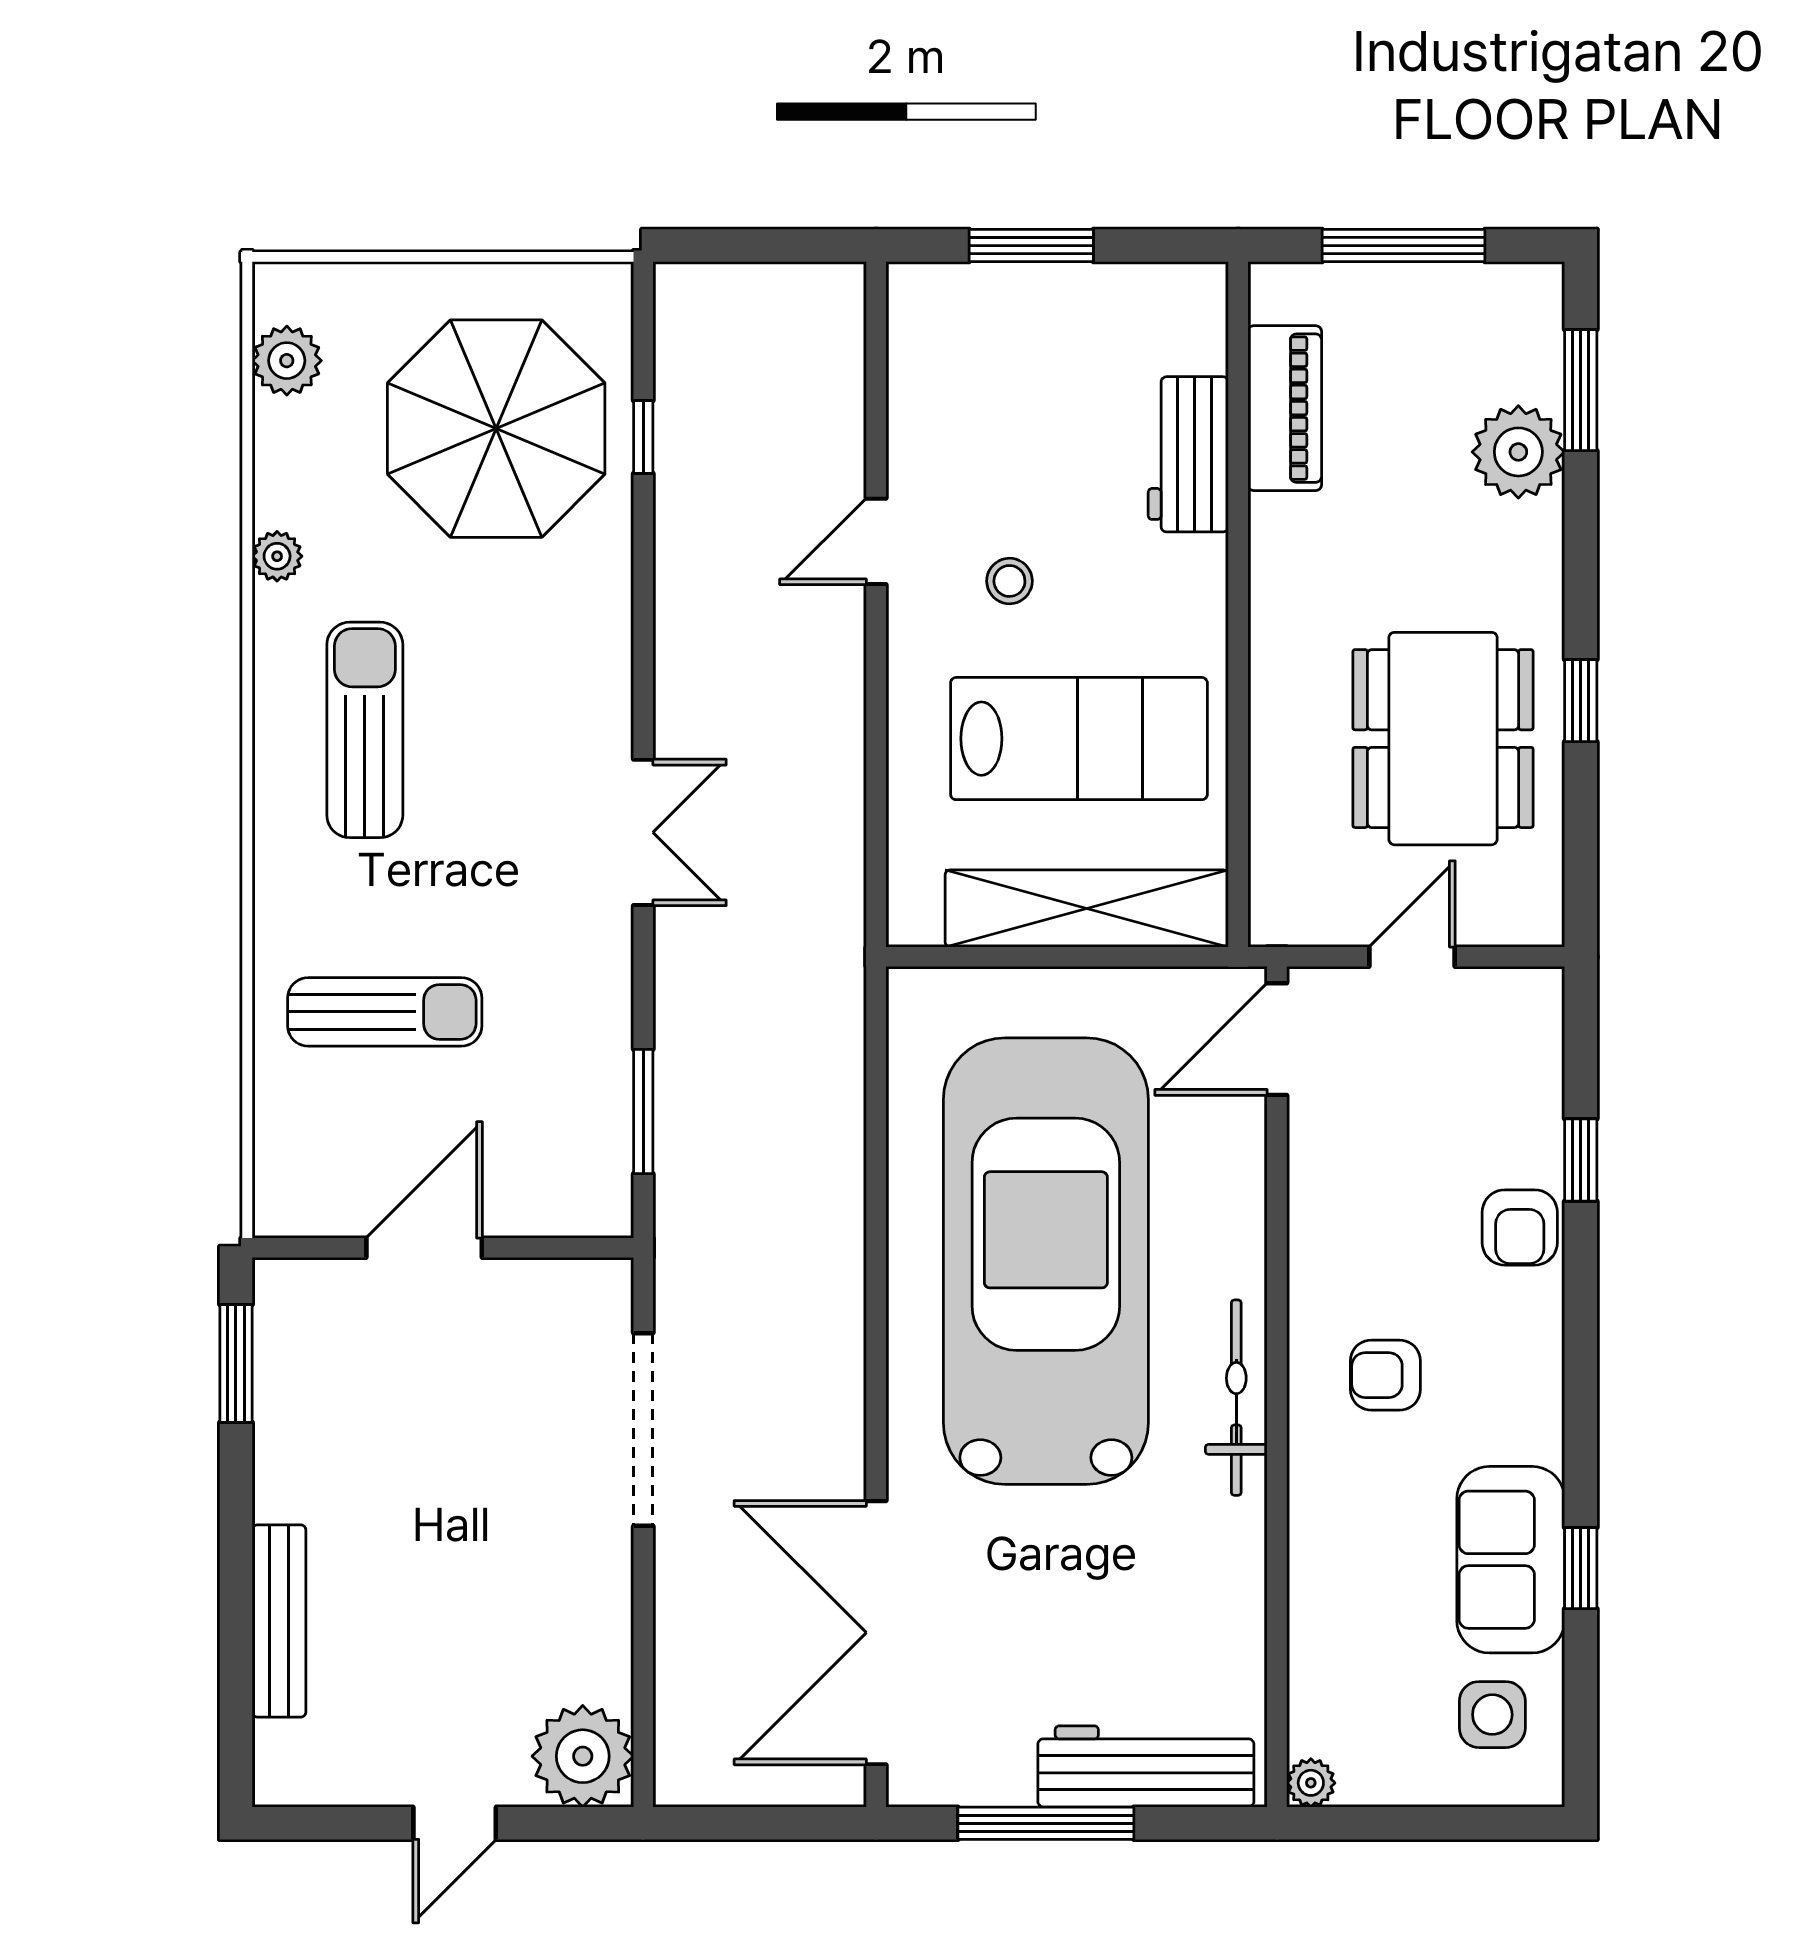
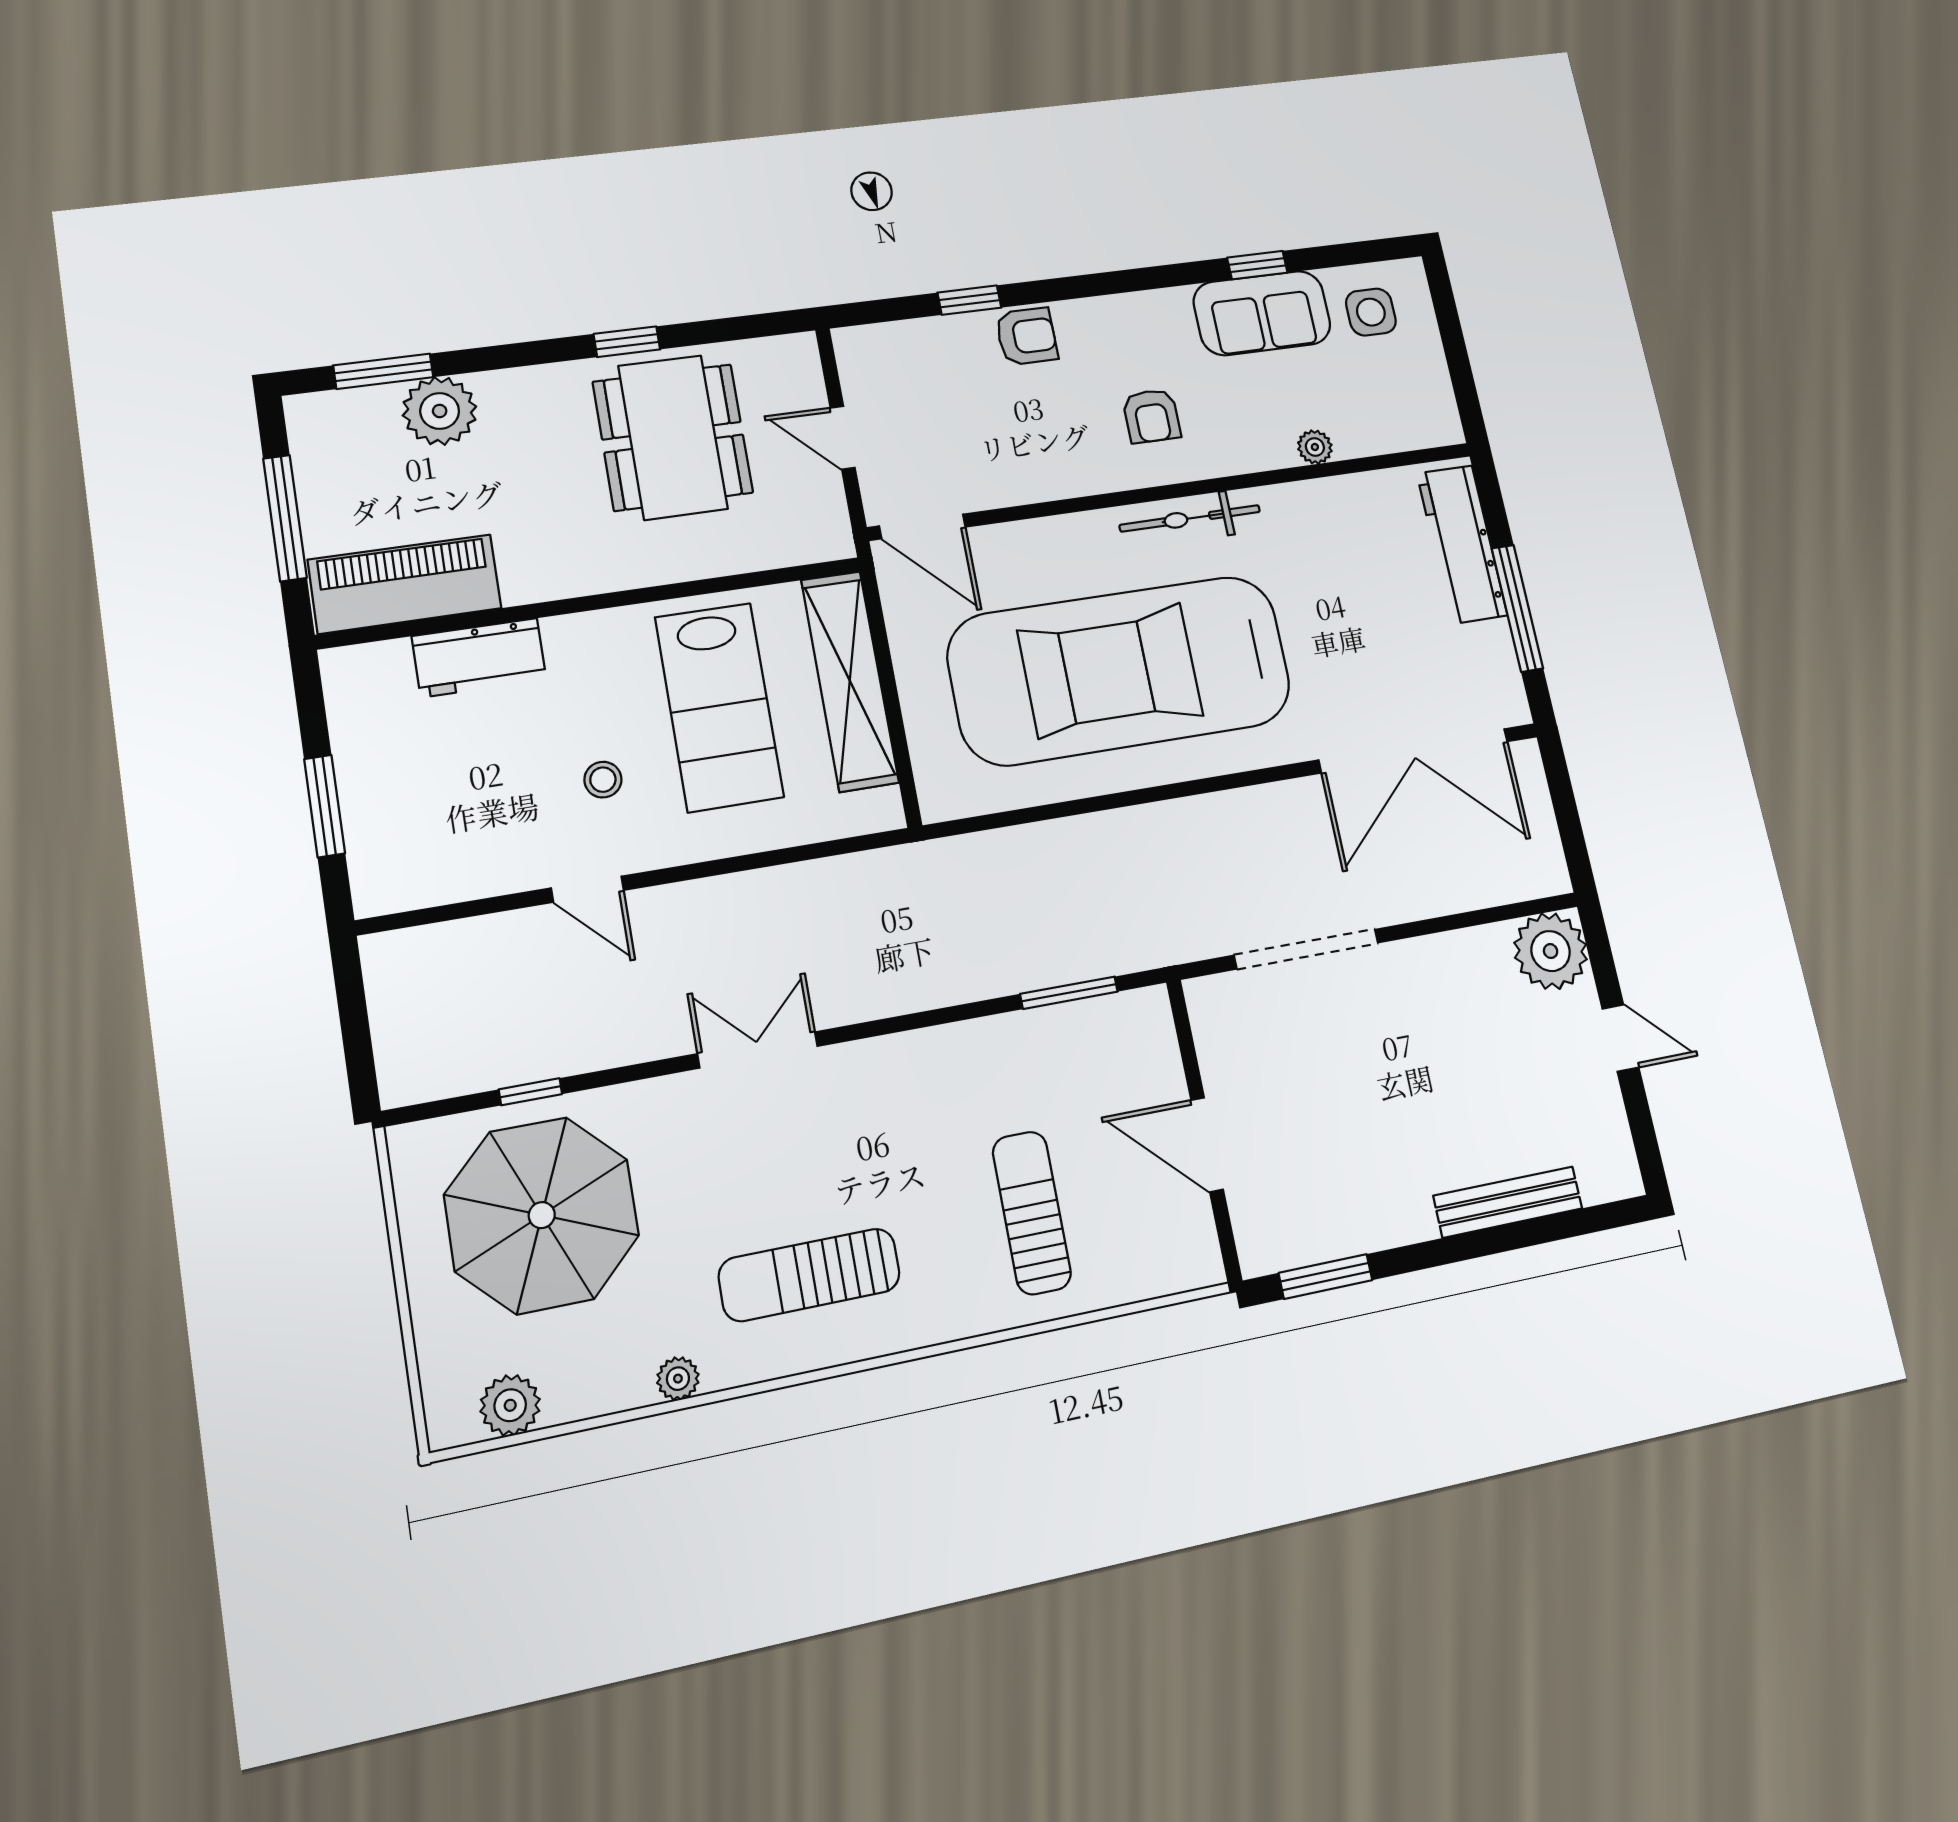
piano: (1285, 408) -> (405, 584), width x1.37, depth x1.33
lab bench: (1079, 739) -> (719, 707), turned 180
dining table: (1443, 739) -> (673, 437), turned 90
double door: (643, 832) -> (758, 1050), moved
plant: (1311, 1783) -> (1315, 447), moved

